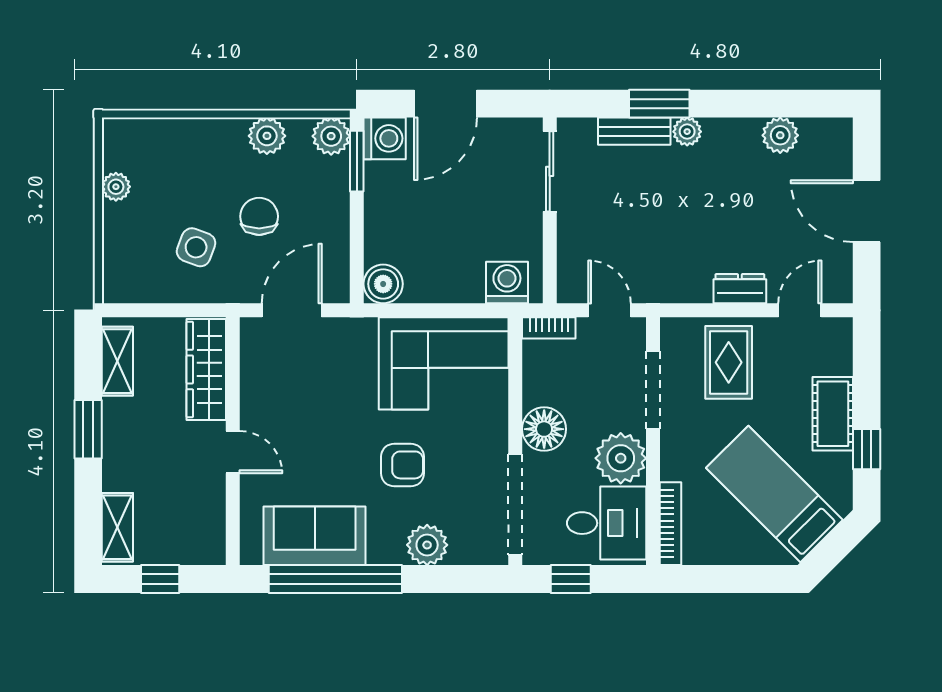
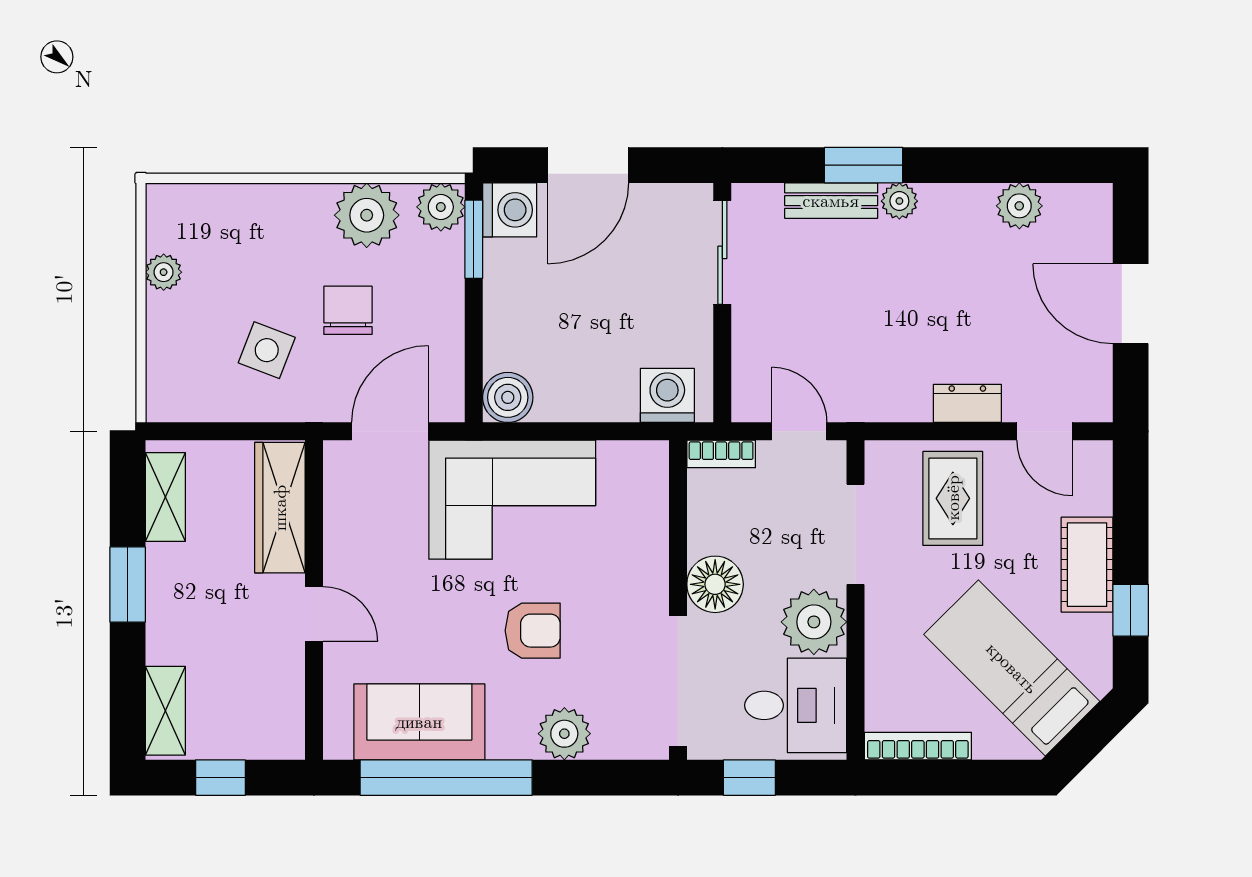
plant: (267, 136) -> (367, 215), width x1.36, depth x1.36
door: (800, 310) -> (1045, 431), swing flipped
corner sofa: (444, 363) -> (512, 500), moved
bookcase: (671, 524) -> (918, 746), moved, turned -90

